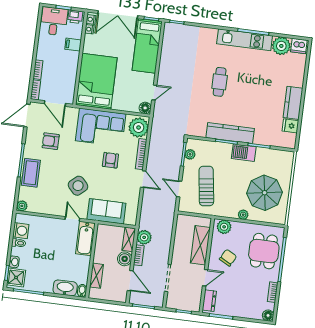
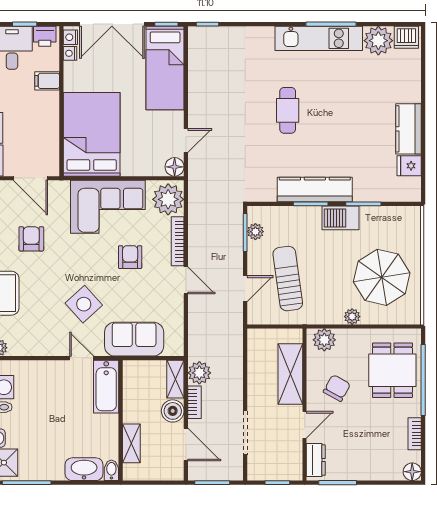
armchair: (51, 141) -> (31, 239), turned 90
door: (179, 189) -> (245, 289), swing flipped

